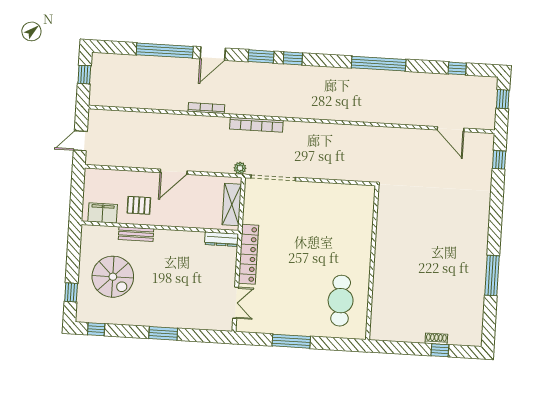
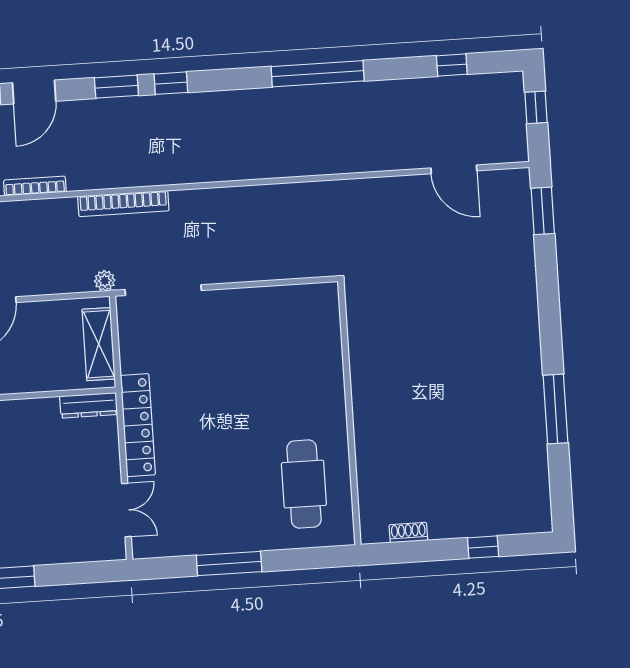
window: (499, 160) -> (543, 211), width x1.50
shoe rack: (436, 339) -> (408, 533), moved

